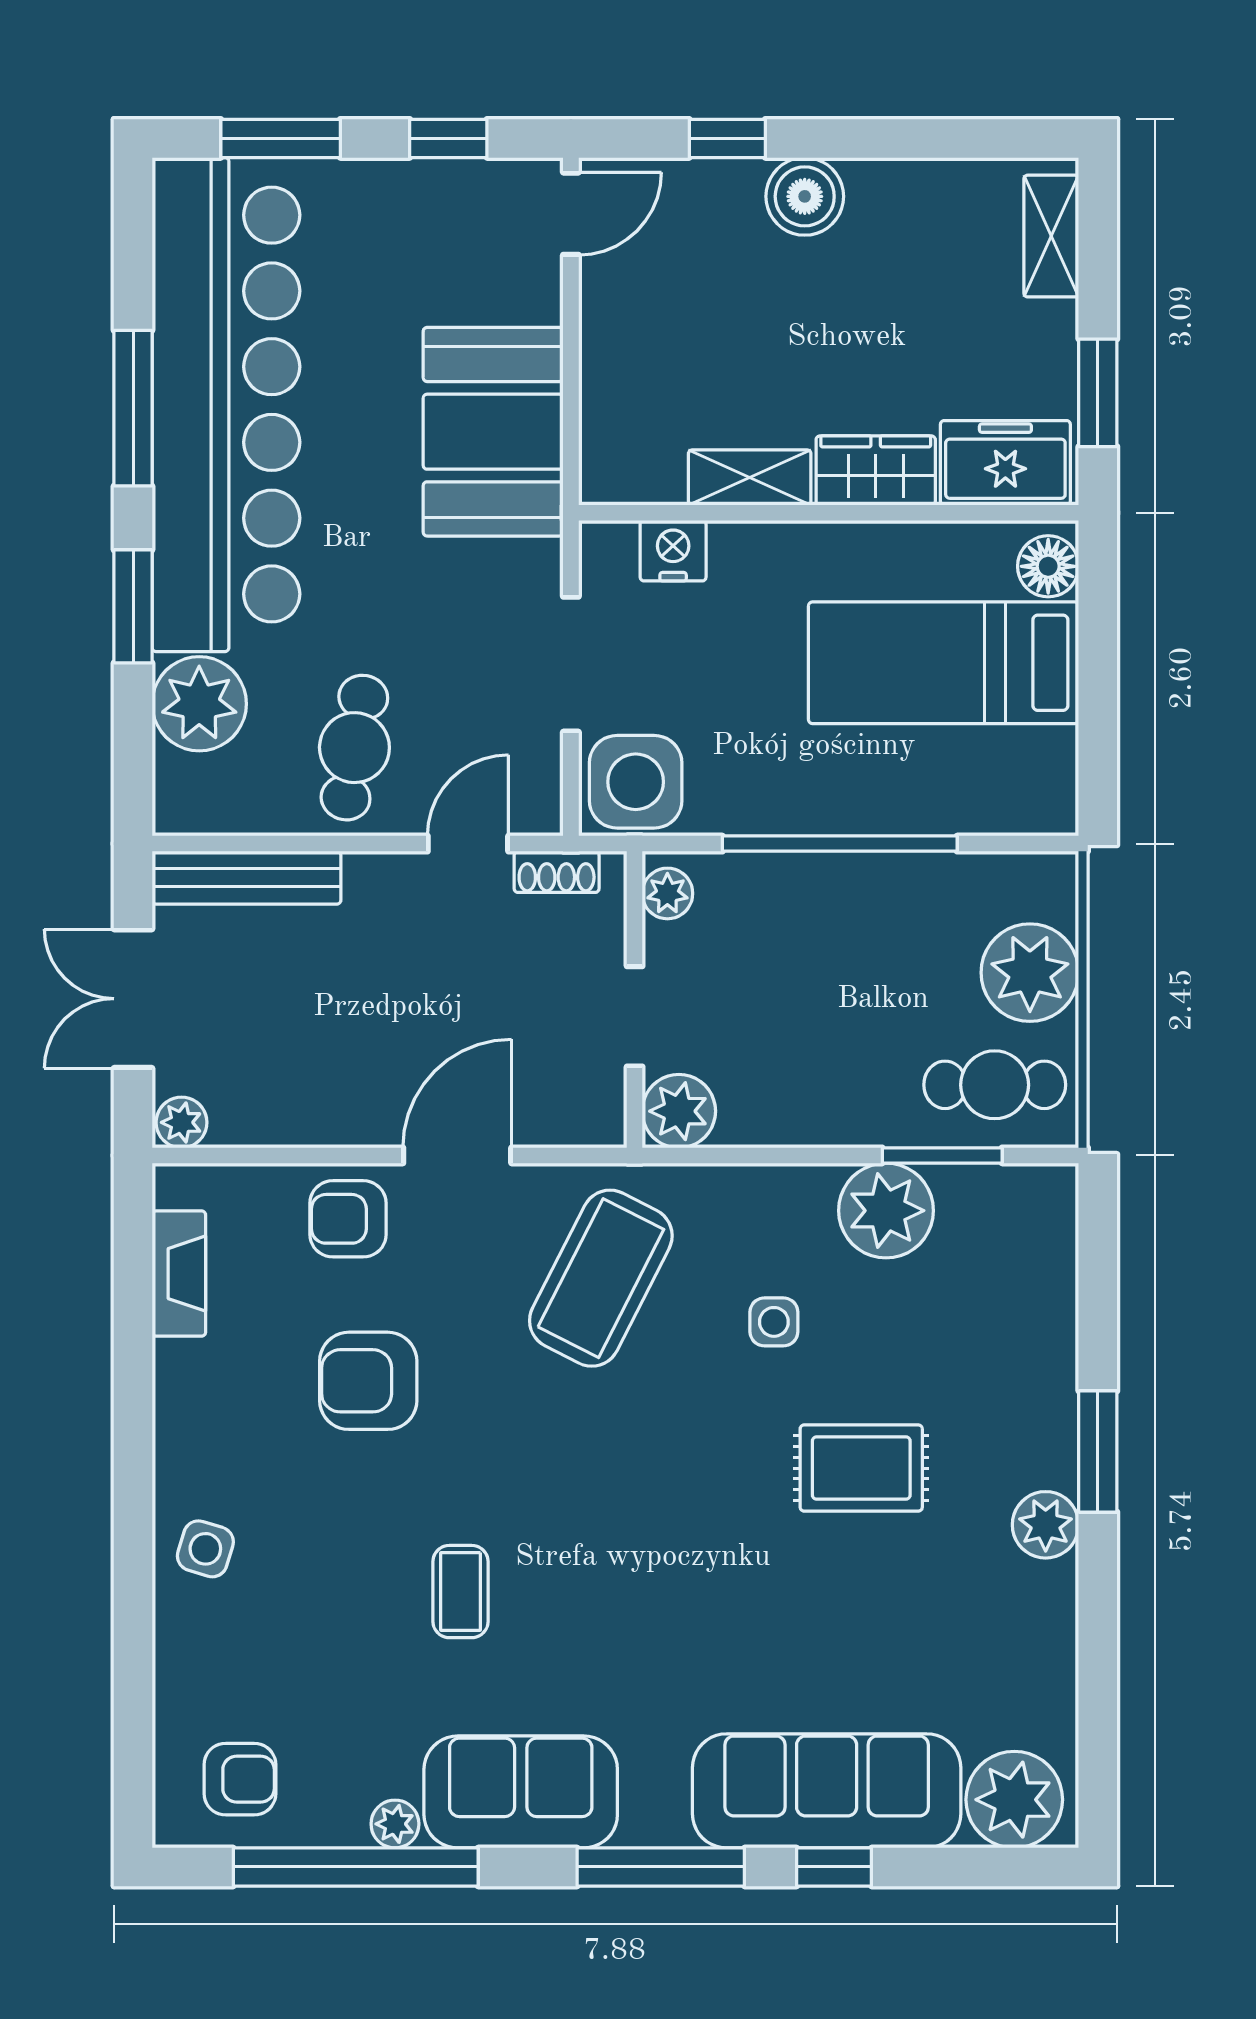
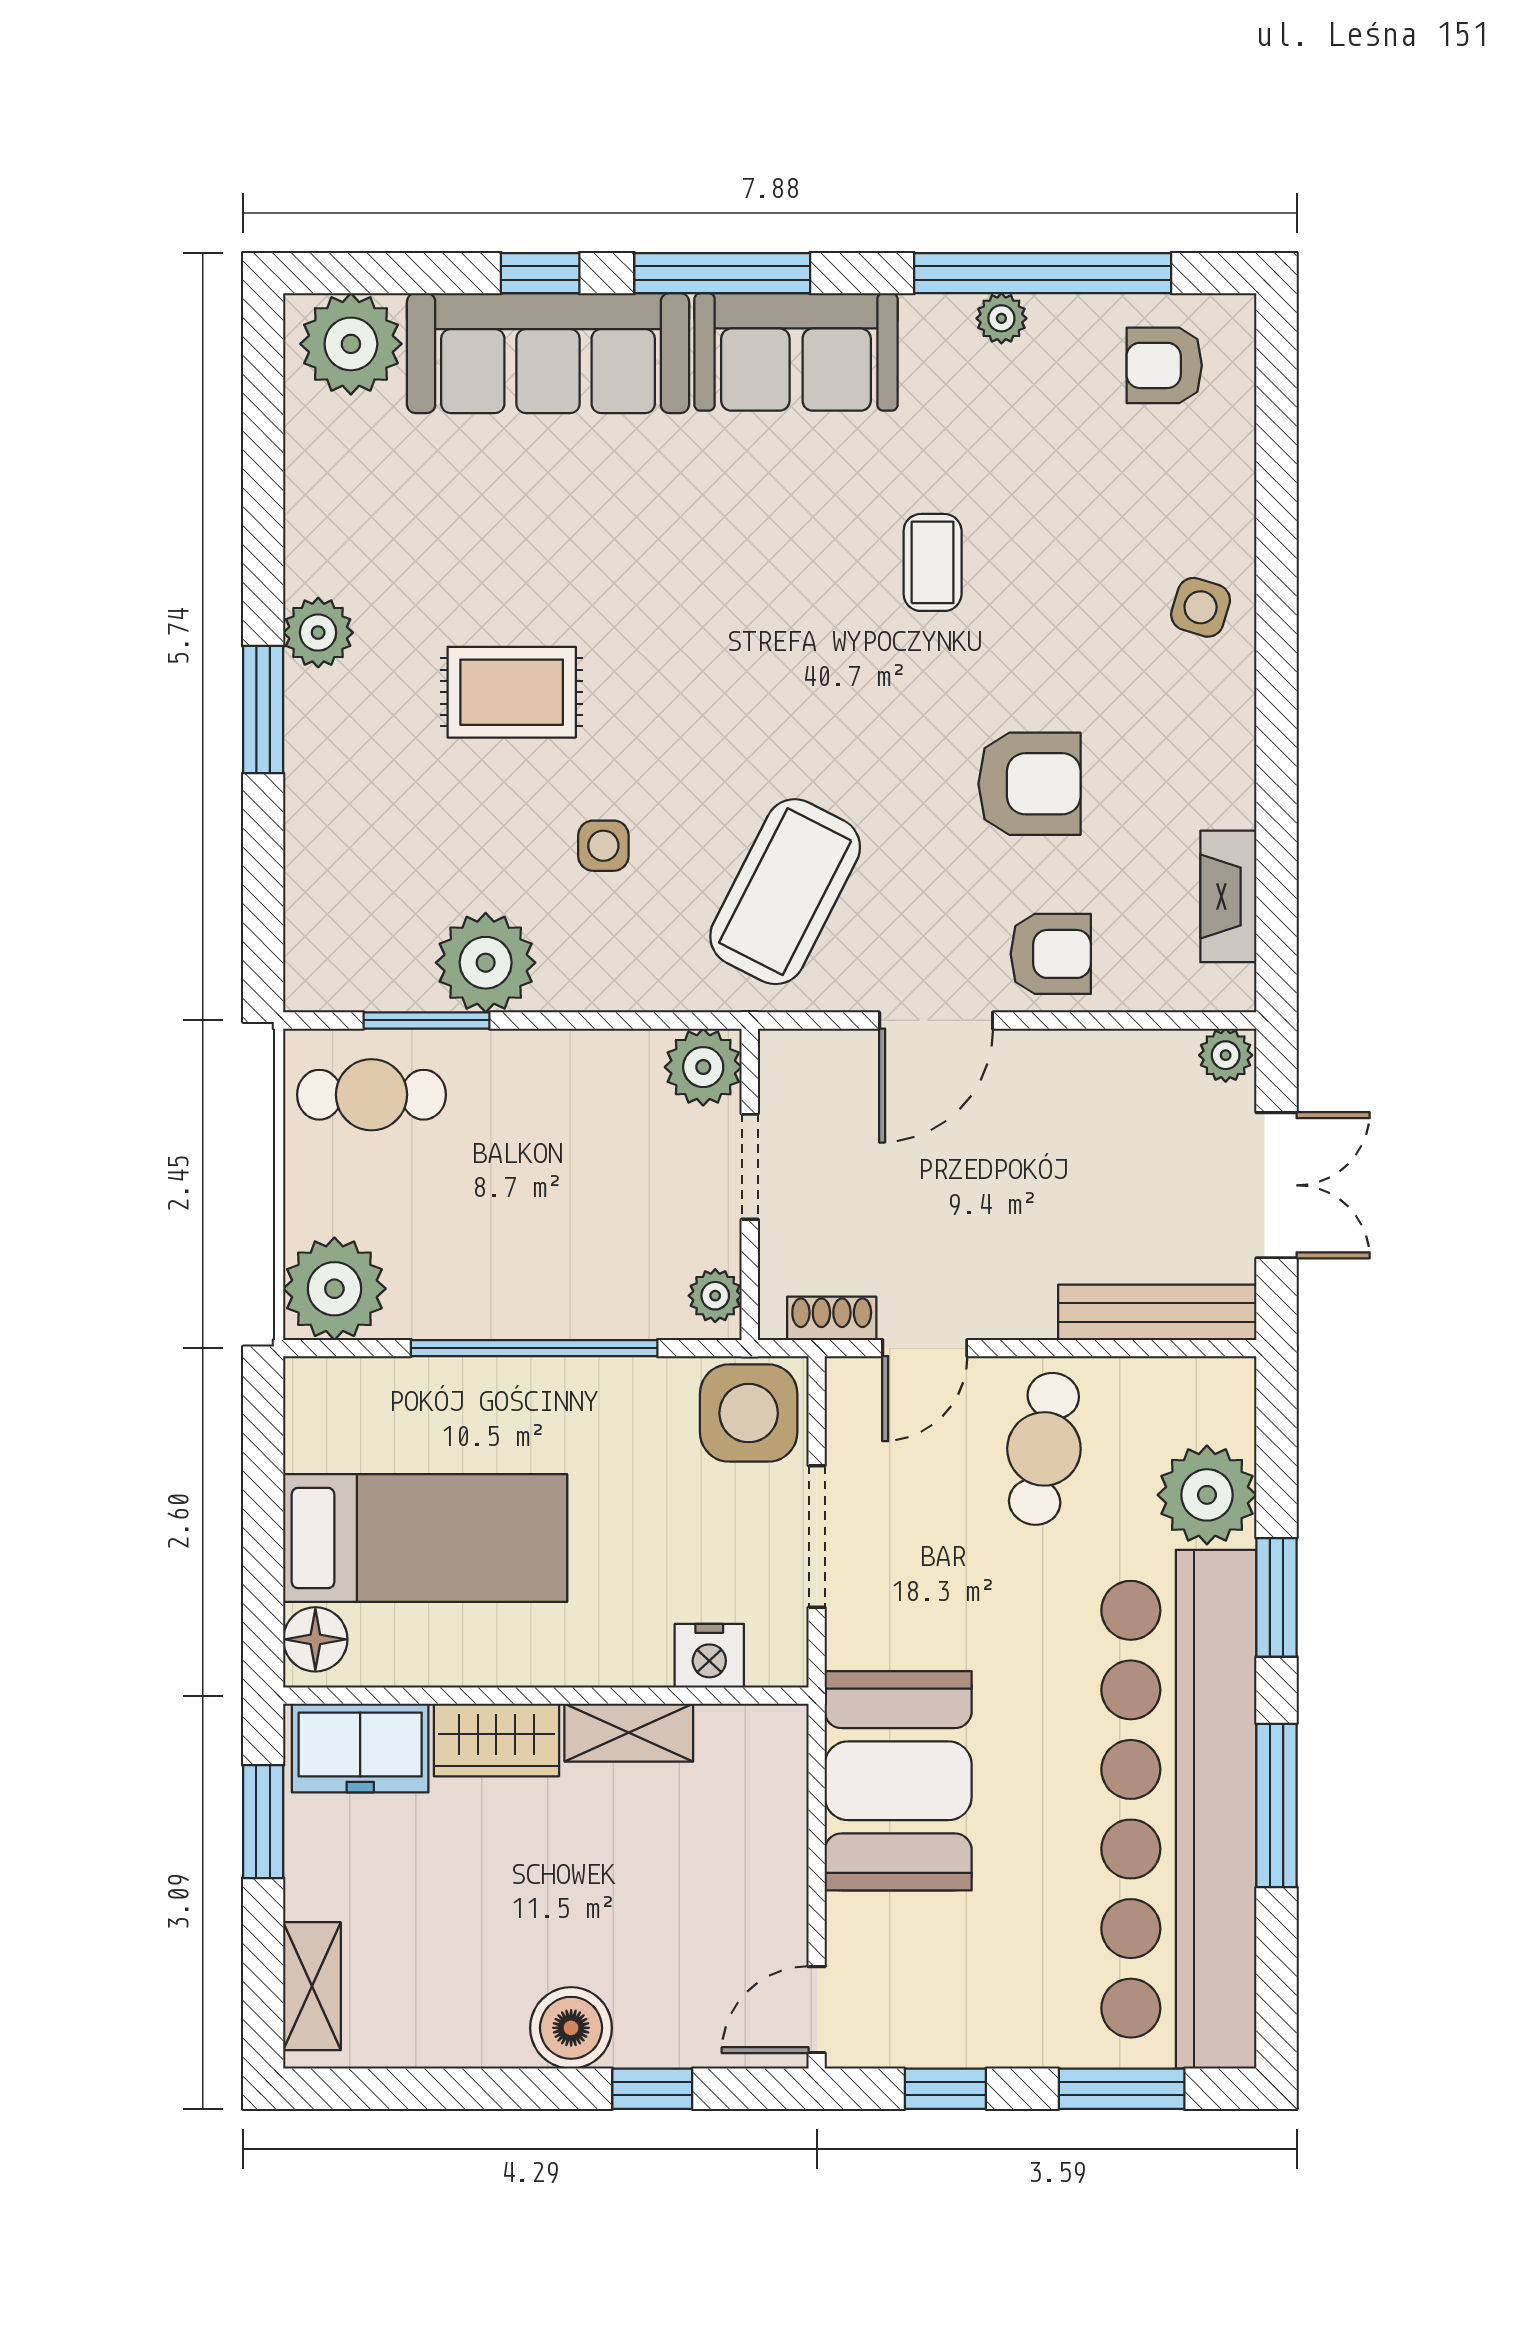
plant: (1030, 973) -> (334, 1289), moved
sofa: (521, 1792) -> (796, 352), moved

